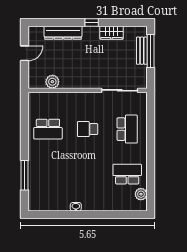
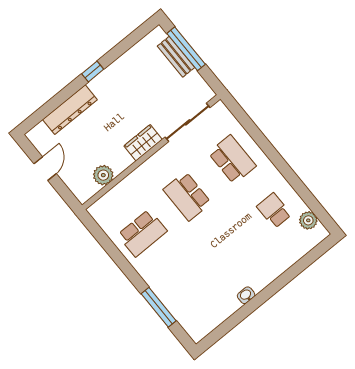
wardrobe: (112, 33) -> (143, 143), moved, turned 180
school desk: (88, 129) -> (187, 196), width x1.85
school desk: (127, 174) -> (274, 211), width x0.54

